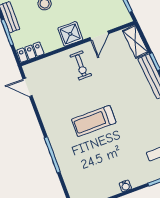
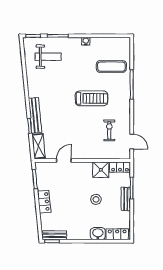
shower: (70, 34) -> (101, 170), moved
exercise bike: (81, 65) -> (109, 130), moved
exercise mat: (84, 167) -> (111, 67), added

